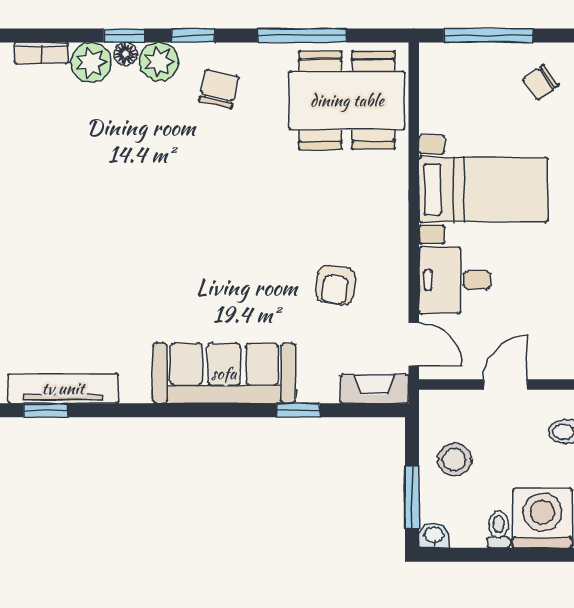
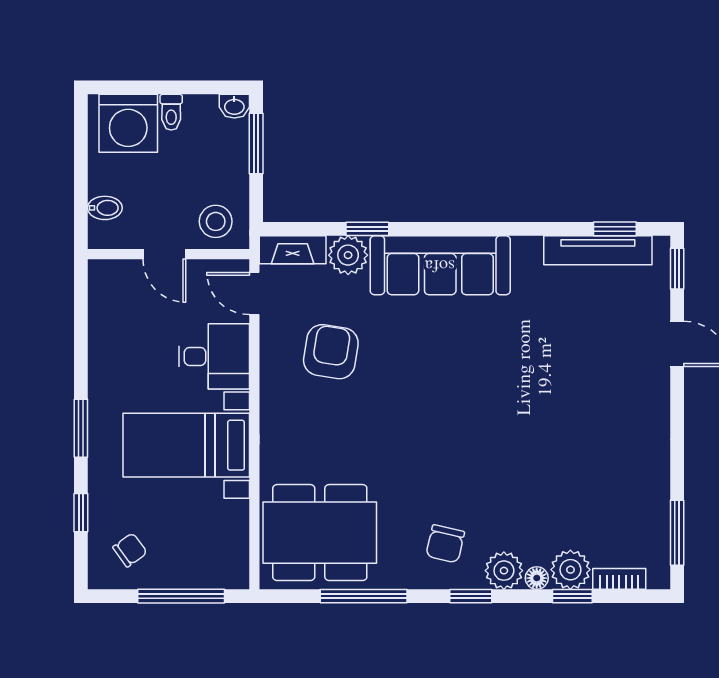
window: (124, 35) -> (572, 596), moved
armchair: (336, 285) -> (331, 352), width x1.38, depth x1.38
plant: (318, 383) -> (348, 255), added
door: (505, 384) -> (164, 254), hinge flipped
stool: (454, 460) -> (216, 221), moved

